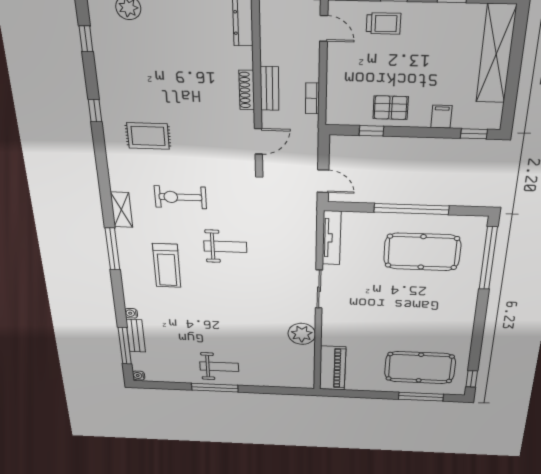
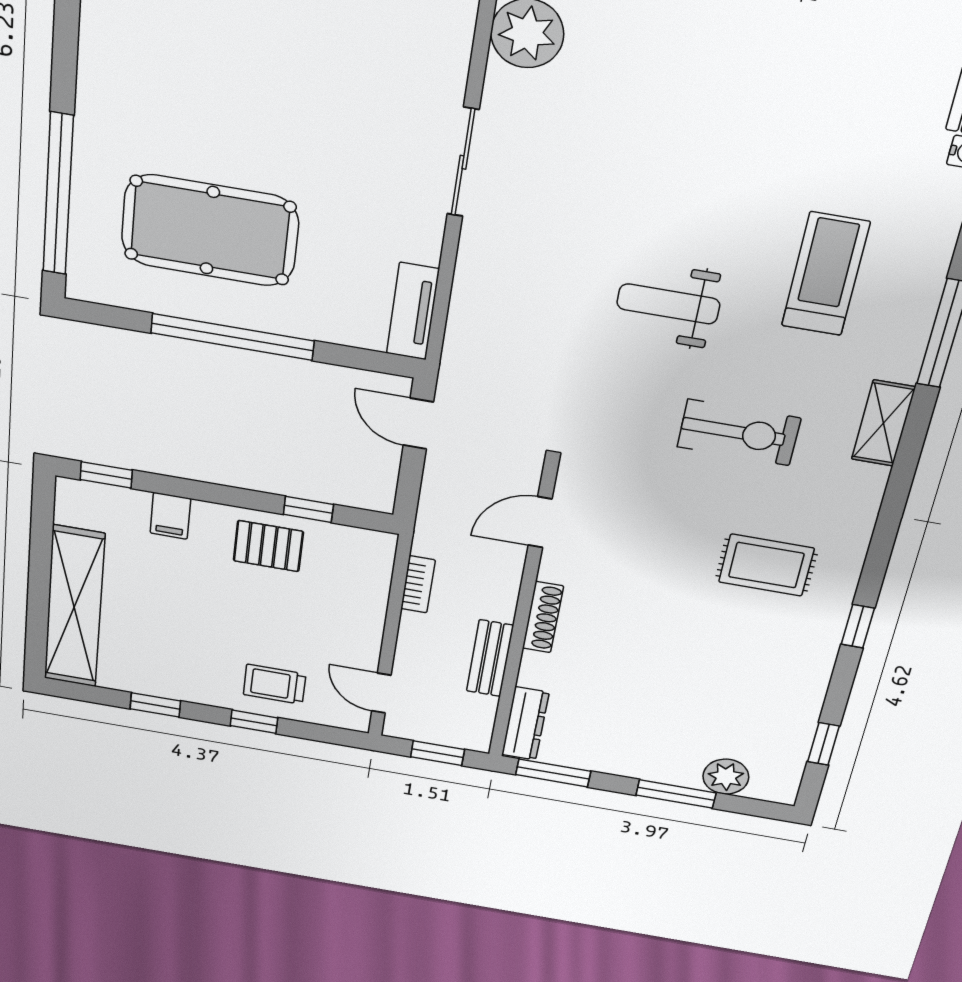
bench: (269, 89) -> (490, 658), moved
tv unit: (332, 238) -> (413, 311), width x0.71

